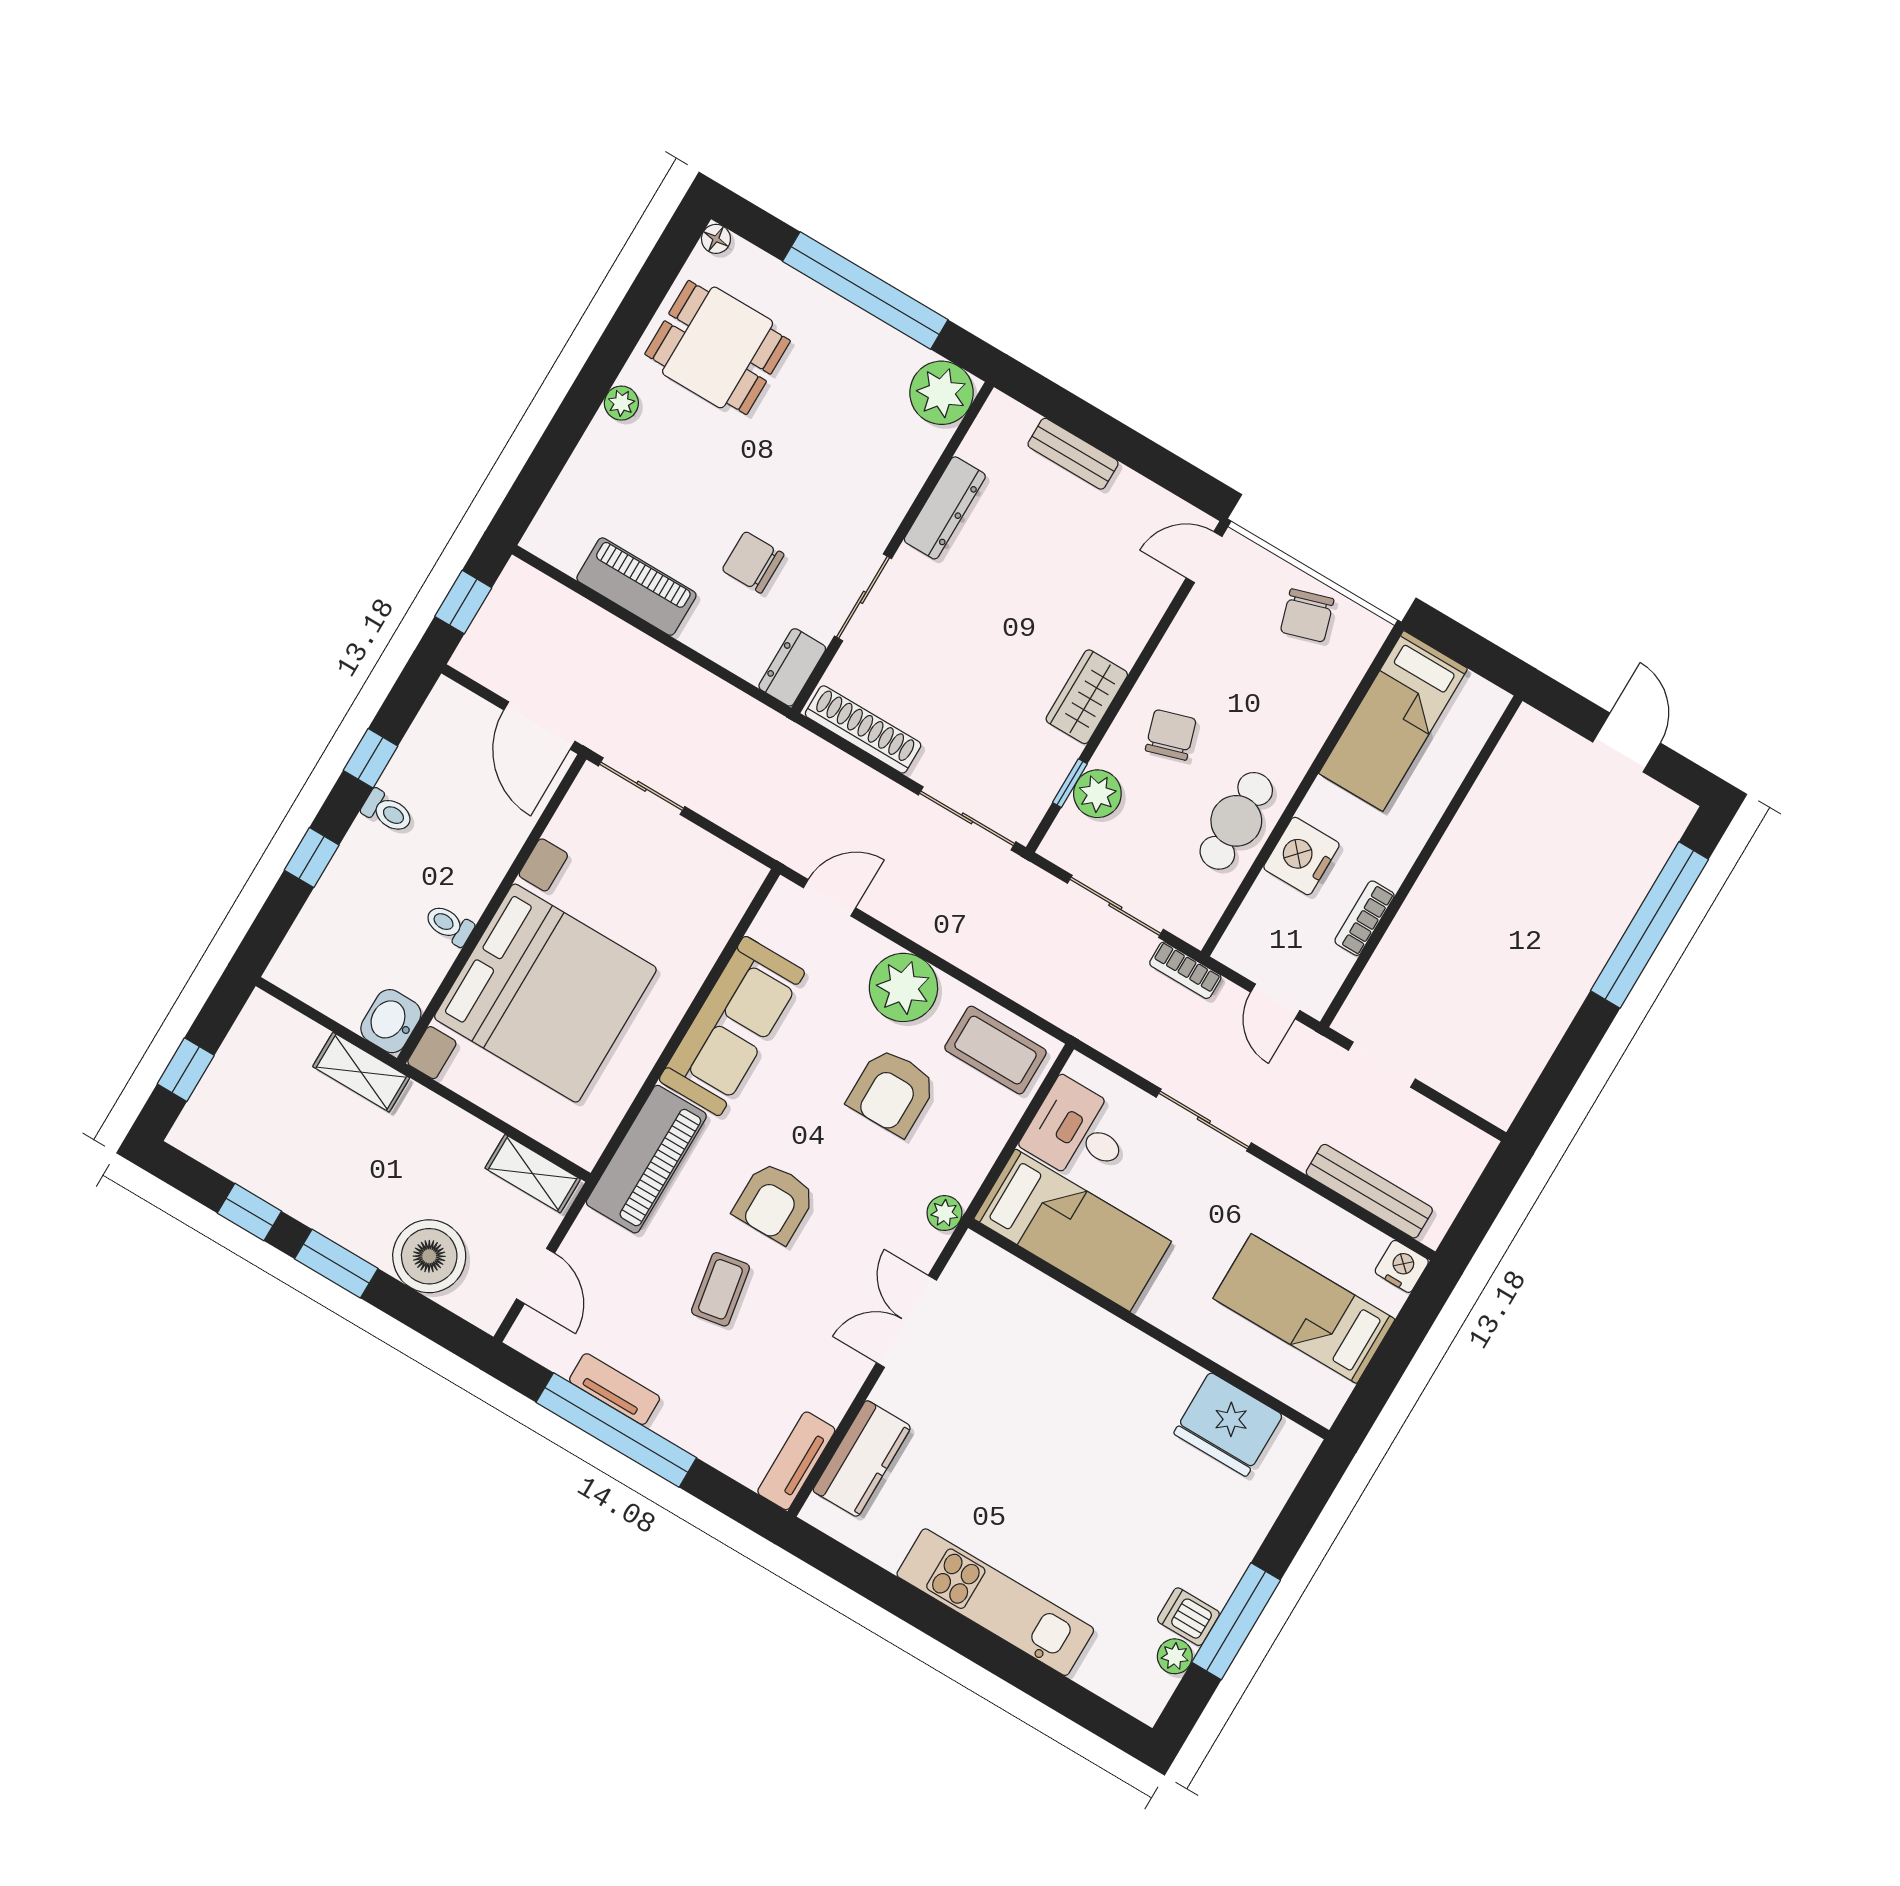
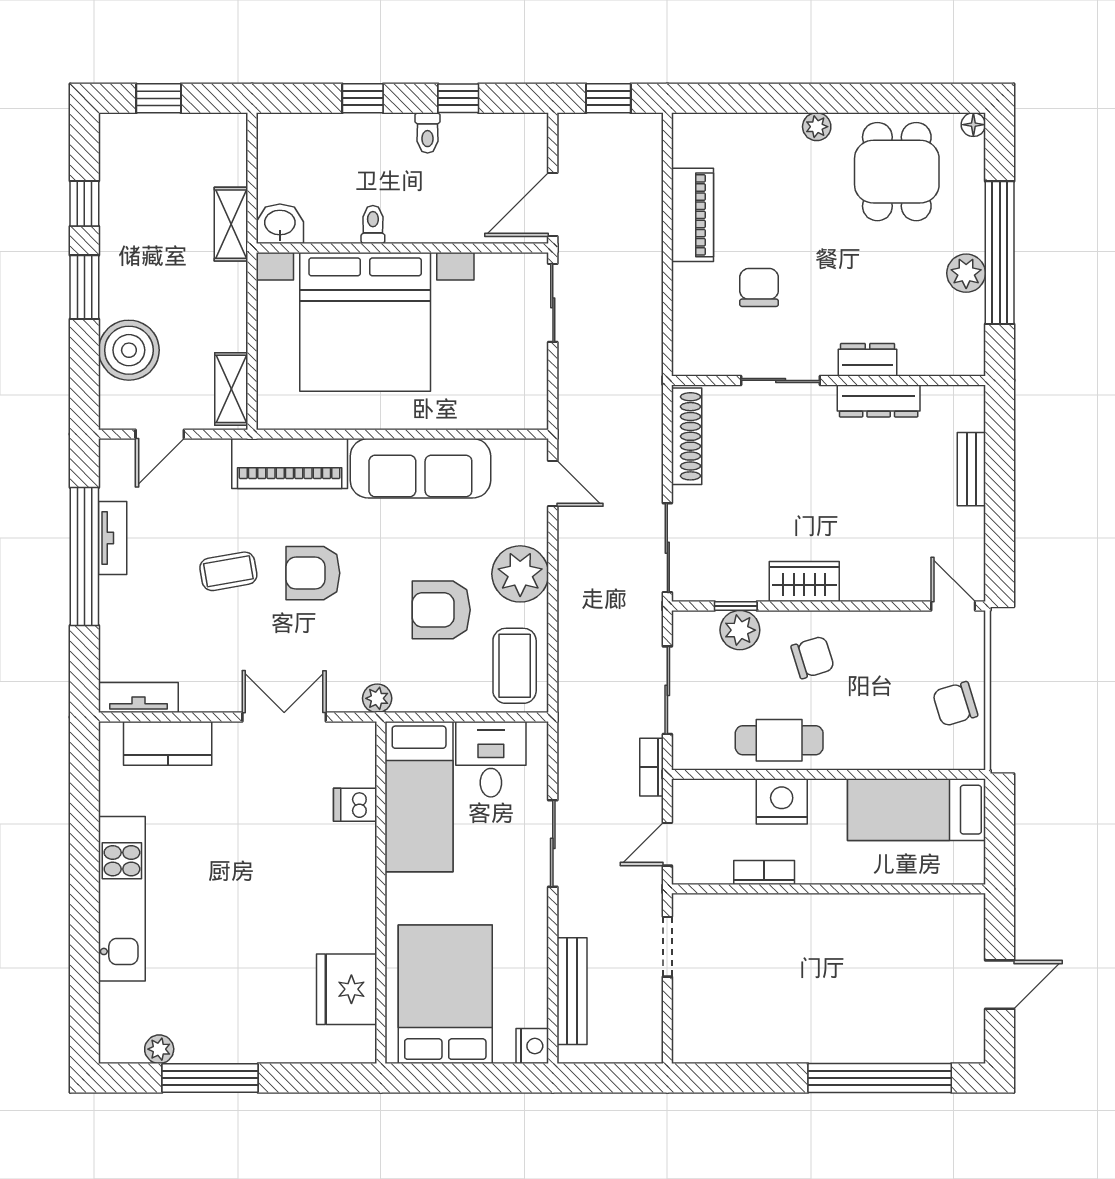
plant: (941, 393) -> (966, 273), moved, width x0.73, depth x0.73
dresser: (792, 667) -> (868, 360), moved
bed: (1304, 1309) -> (445, 994), width x1.50
dishwasher: (1188, 1617) -> (355, 805), moved, turned -90

